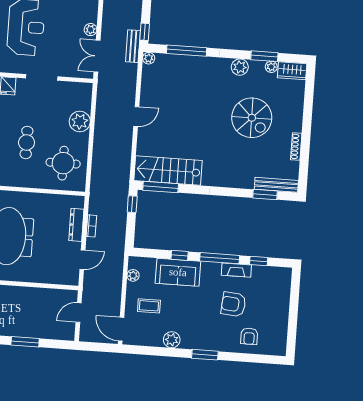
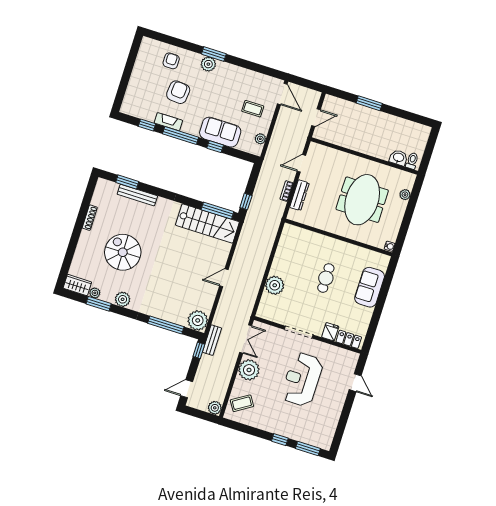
plant: (90, 30) -> (249, 370), width x1.87, depth x1.87
plant: (149, 58) -> (198, 320), width x1.88, depth x1.88
round table: (63, 163) -> (298, 252), removed
bench: (276, 185) -> (137, 195), moved
armchair: (233, 304) -> (178, 92), turned -90
plant: (172, 340) -> (208, 64), moved

